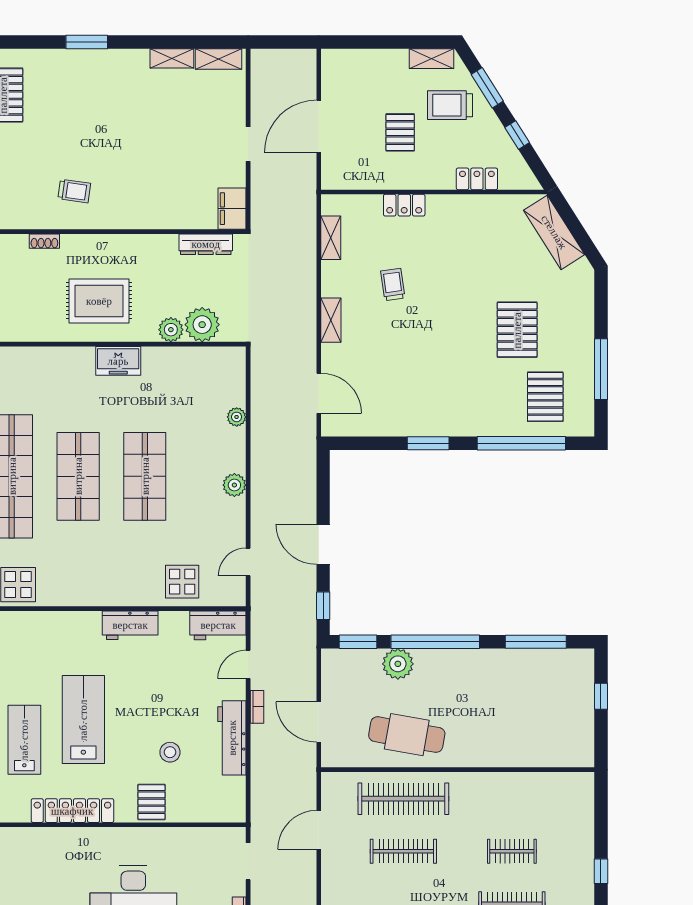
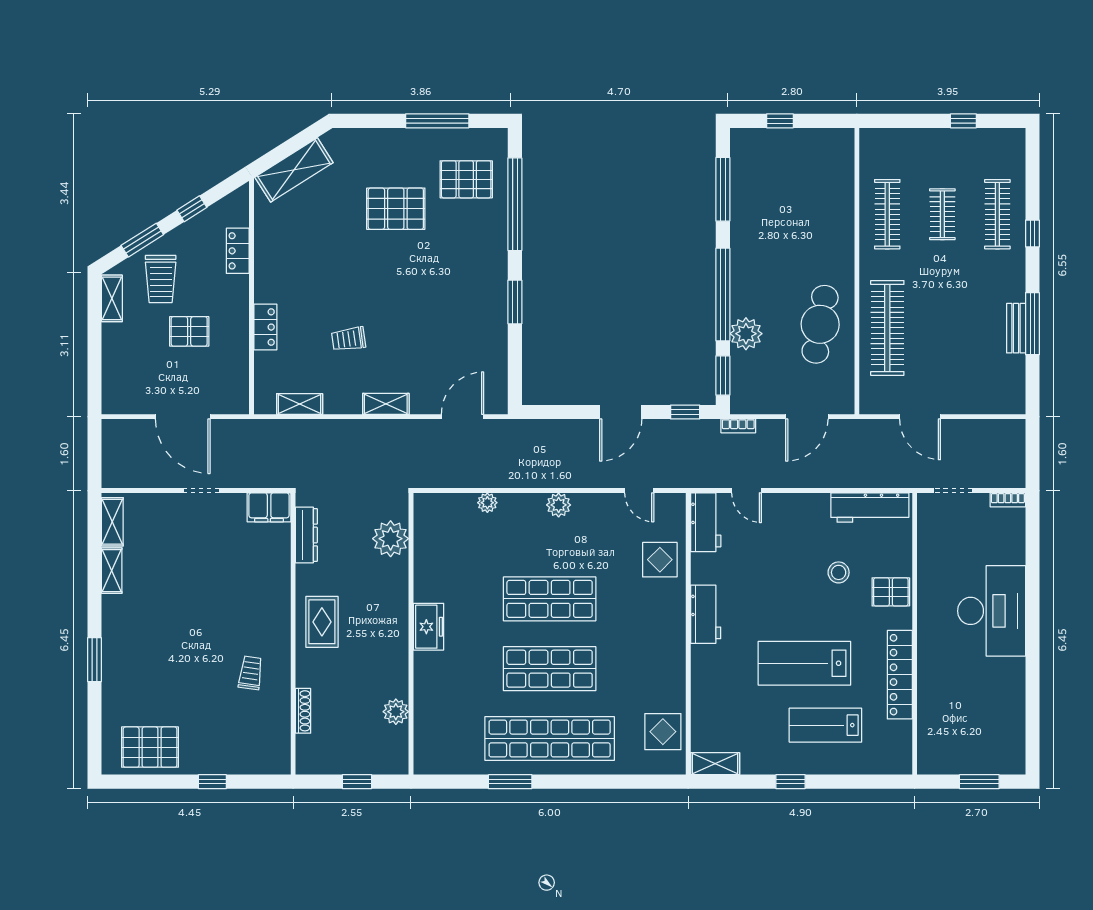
shoe rack: (44, 241) -> (303, 711), width x1.43
rug: (99, 301) -> (322, 622), moved, width x0.73, depth x0.70
plant: (171, 330) -> (396, 712), moved
bookcase: (257, 707) -> (738, 426), moved, turned 180
workbench: (232, 738) -> (870, 508), moved
clothes rail: (403, 851) -> (887, 214), moved

